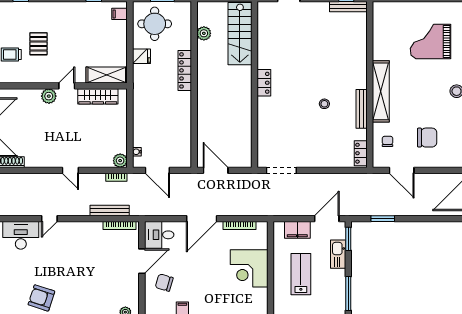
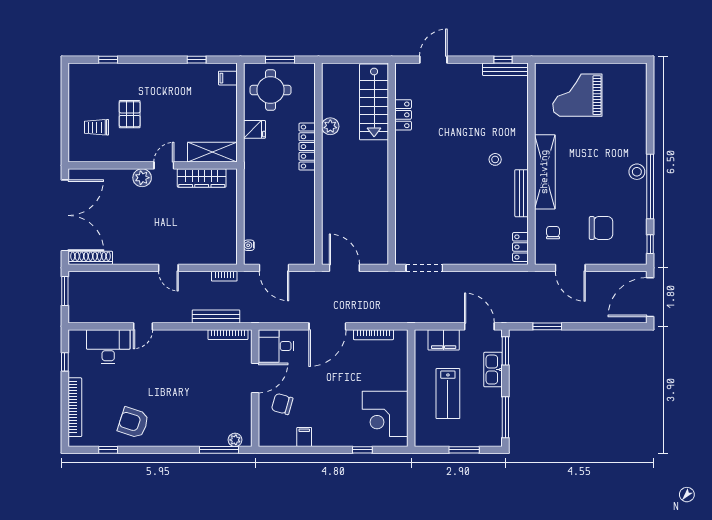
plant: (204, 33) -> (330, 126), moved
grand piano: (430, 41) -> (577, 95), moved
locker: (264, 83) -> (403, 115), moved
stool: (324, 104) -> (495, 159), moved
plant: (120, 161) -> (229, 256), removed
door: (327, 219) -> (479, 326), hinge flipped
corner desk: (249, 268) -> (385, 414), moved
lab bench: (301, 274) -> (448, 394), turned 180

